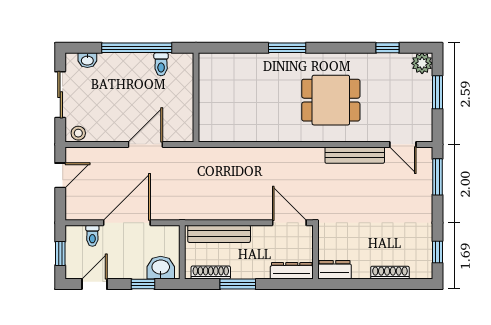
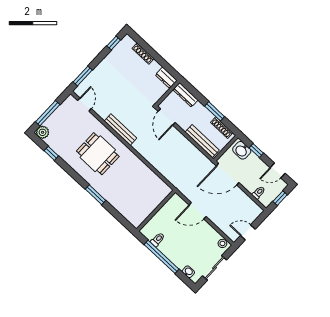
window: (437, 92) -> (48, 113), width x1.44
bench: (355, 155) -> (121, 130), moved
door: (127, 223) -> (228, 174), moved

